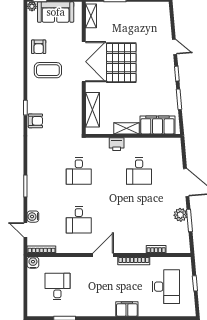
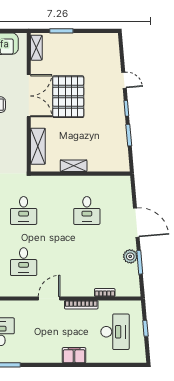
filing cabinet: (157, 125) -> (106, 162), removed
printer: (117, 144) -> (63, 182), removed

